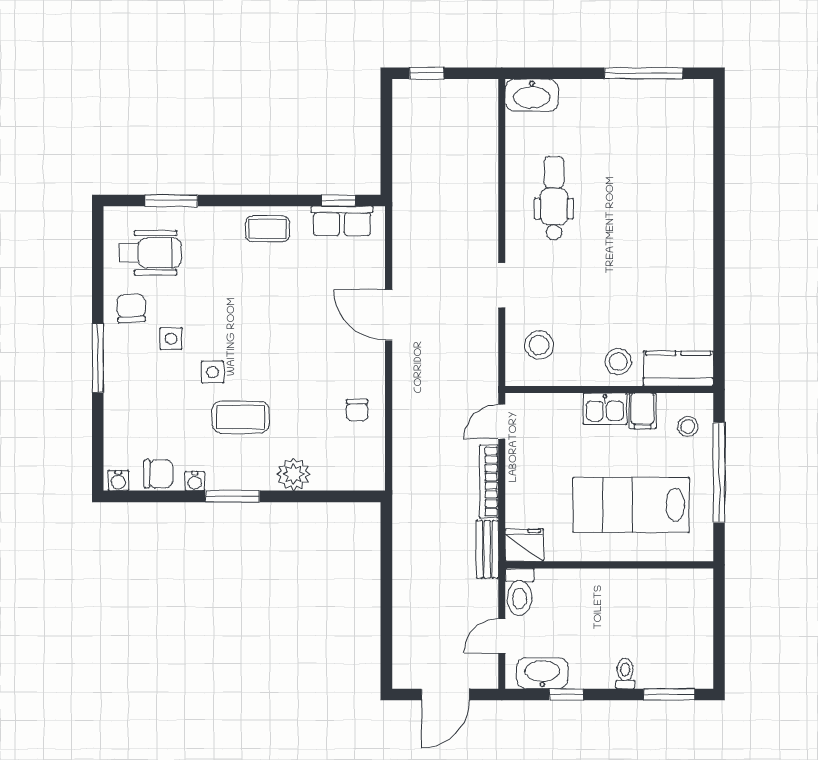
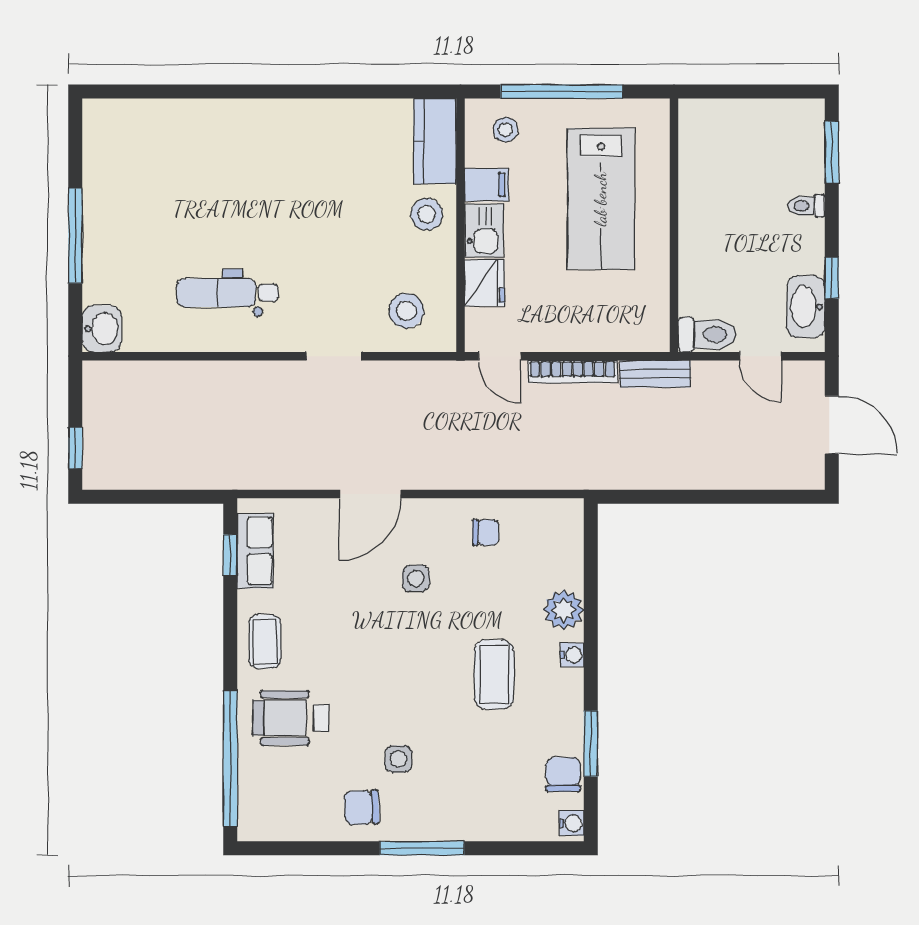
window: (644, 73) -> (75, 236), moved
washbasin: (532, 95) -> (102, 329), width x0.72
window: (171, 201) -> (230, 759), width x2.11
wheelchair: (151, 253) -> (291, 718), moved, turned -90
side table: (213, 372) -> (416, 578), moved
water cooler: (195, 481) -> (572, 655), moved
window: (232, 496) -> (591, 744), moved
fridge: (524, 545) -> (485, 283), moved, turned 180

